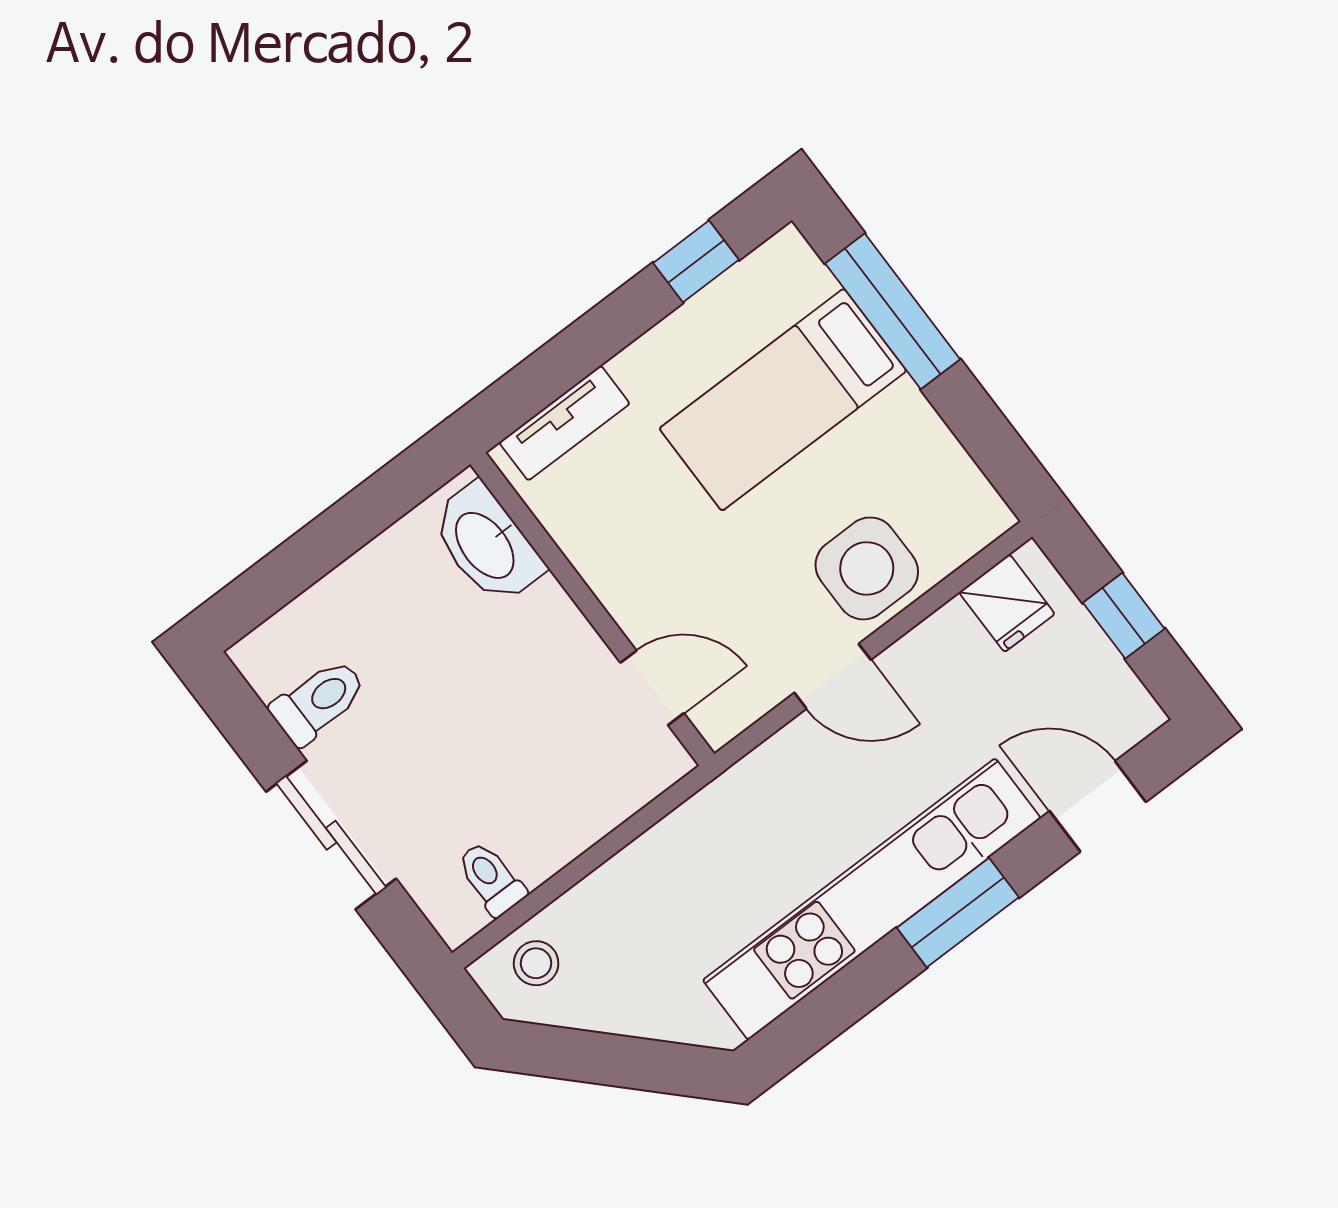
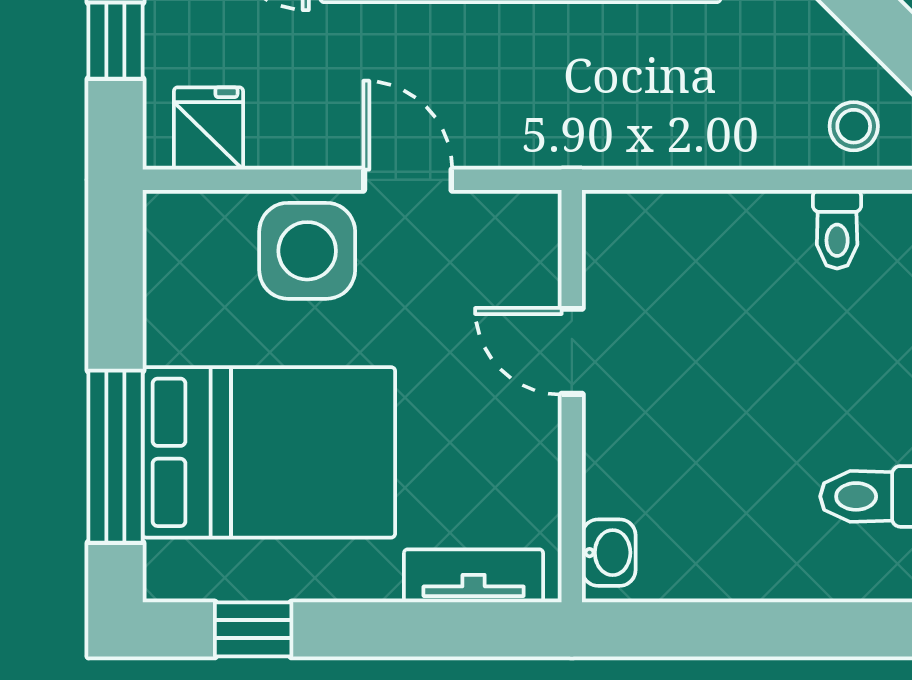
bed: (783, 400) -> (269, 452), width x1.50
washbasin: (486, 544) -> (609, 553), width x0.52, depth x0.69
door: (652, 688) -> (572, 351), moved

